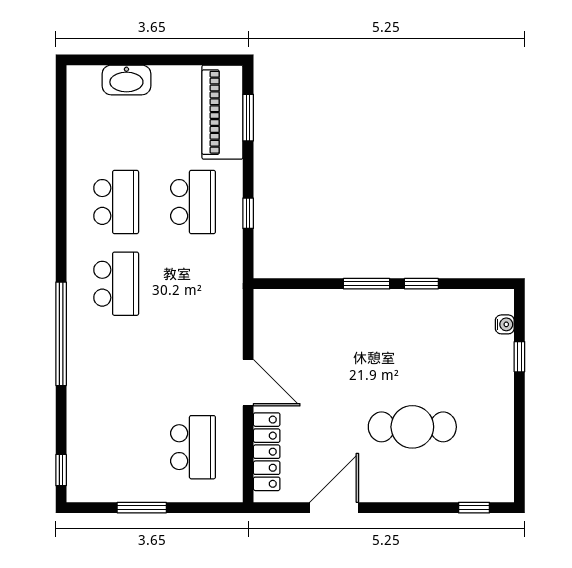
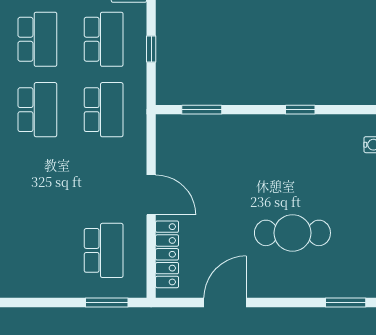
school desk: (193, 284) -> (104, 110), added
window: (367, 284) -> (202, 110), moved
window: (142, 508) -> (107, 302), moved
window: (474, 508) -> (346, 302), width x1.50

